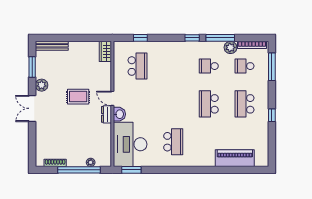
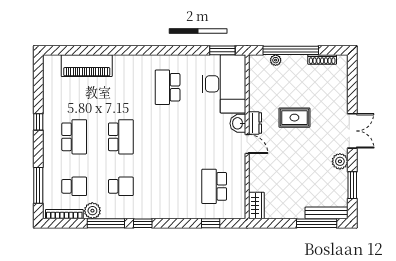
window: (59, 38) -> (317, 223), added
rug: (78, 97) -> (294, 118), moved

